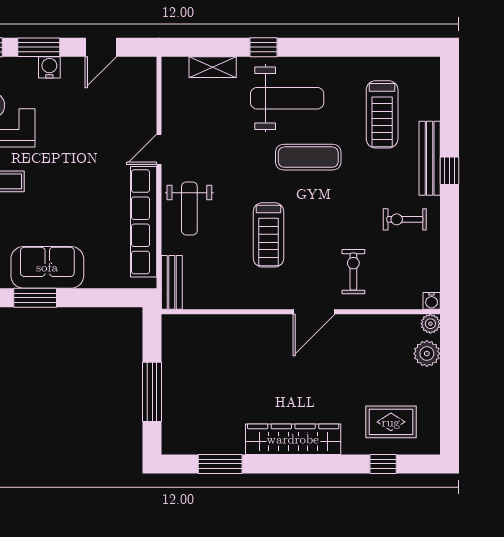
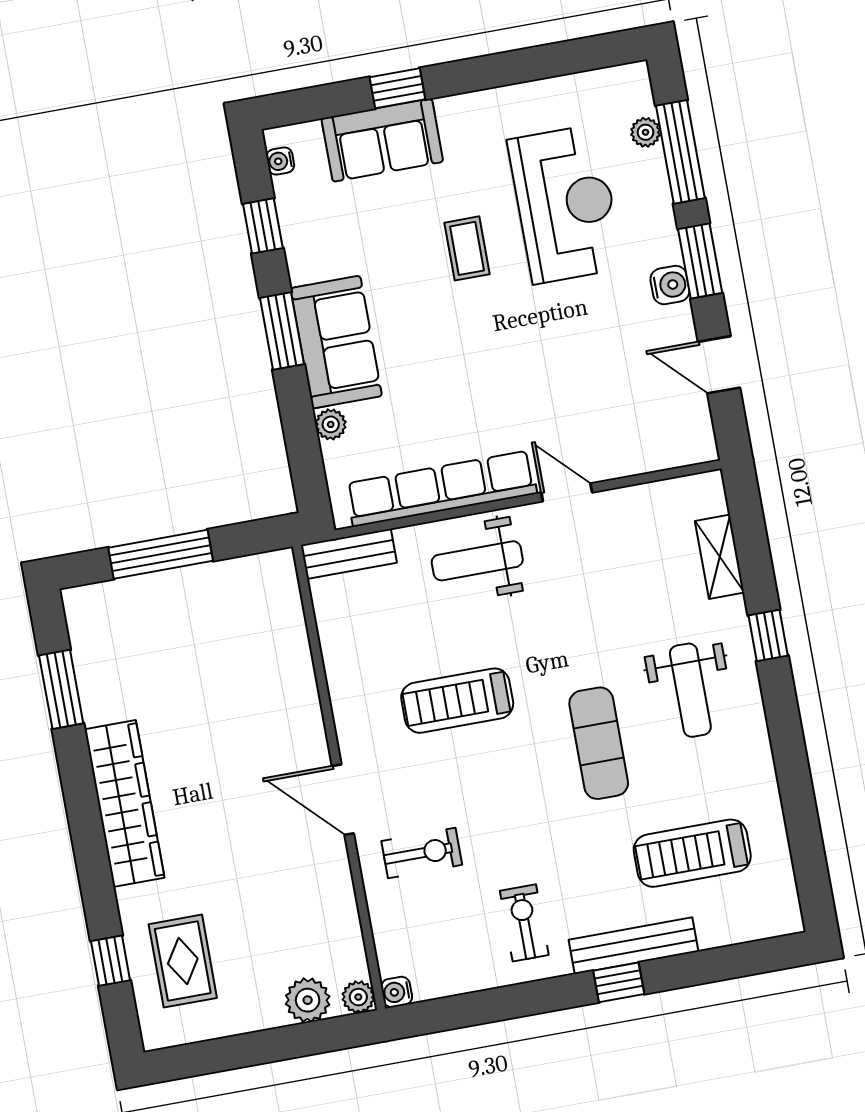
weight bench: (287, 98) -> (690, 690), width x0.73, depth x0.75
plant: (95, 279) -> (331, 424), added

